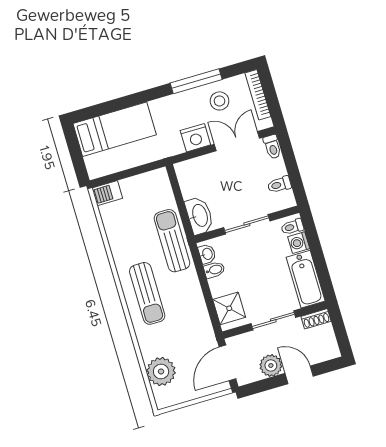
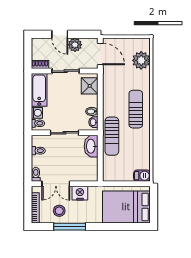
bed: (115, 129) -> (126, 207), width x1.50
door: (227, 363) -> (100, 54), hinge flipped

